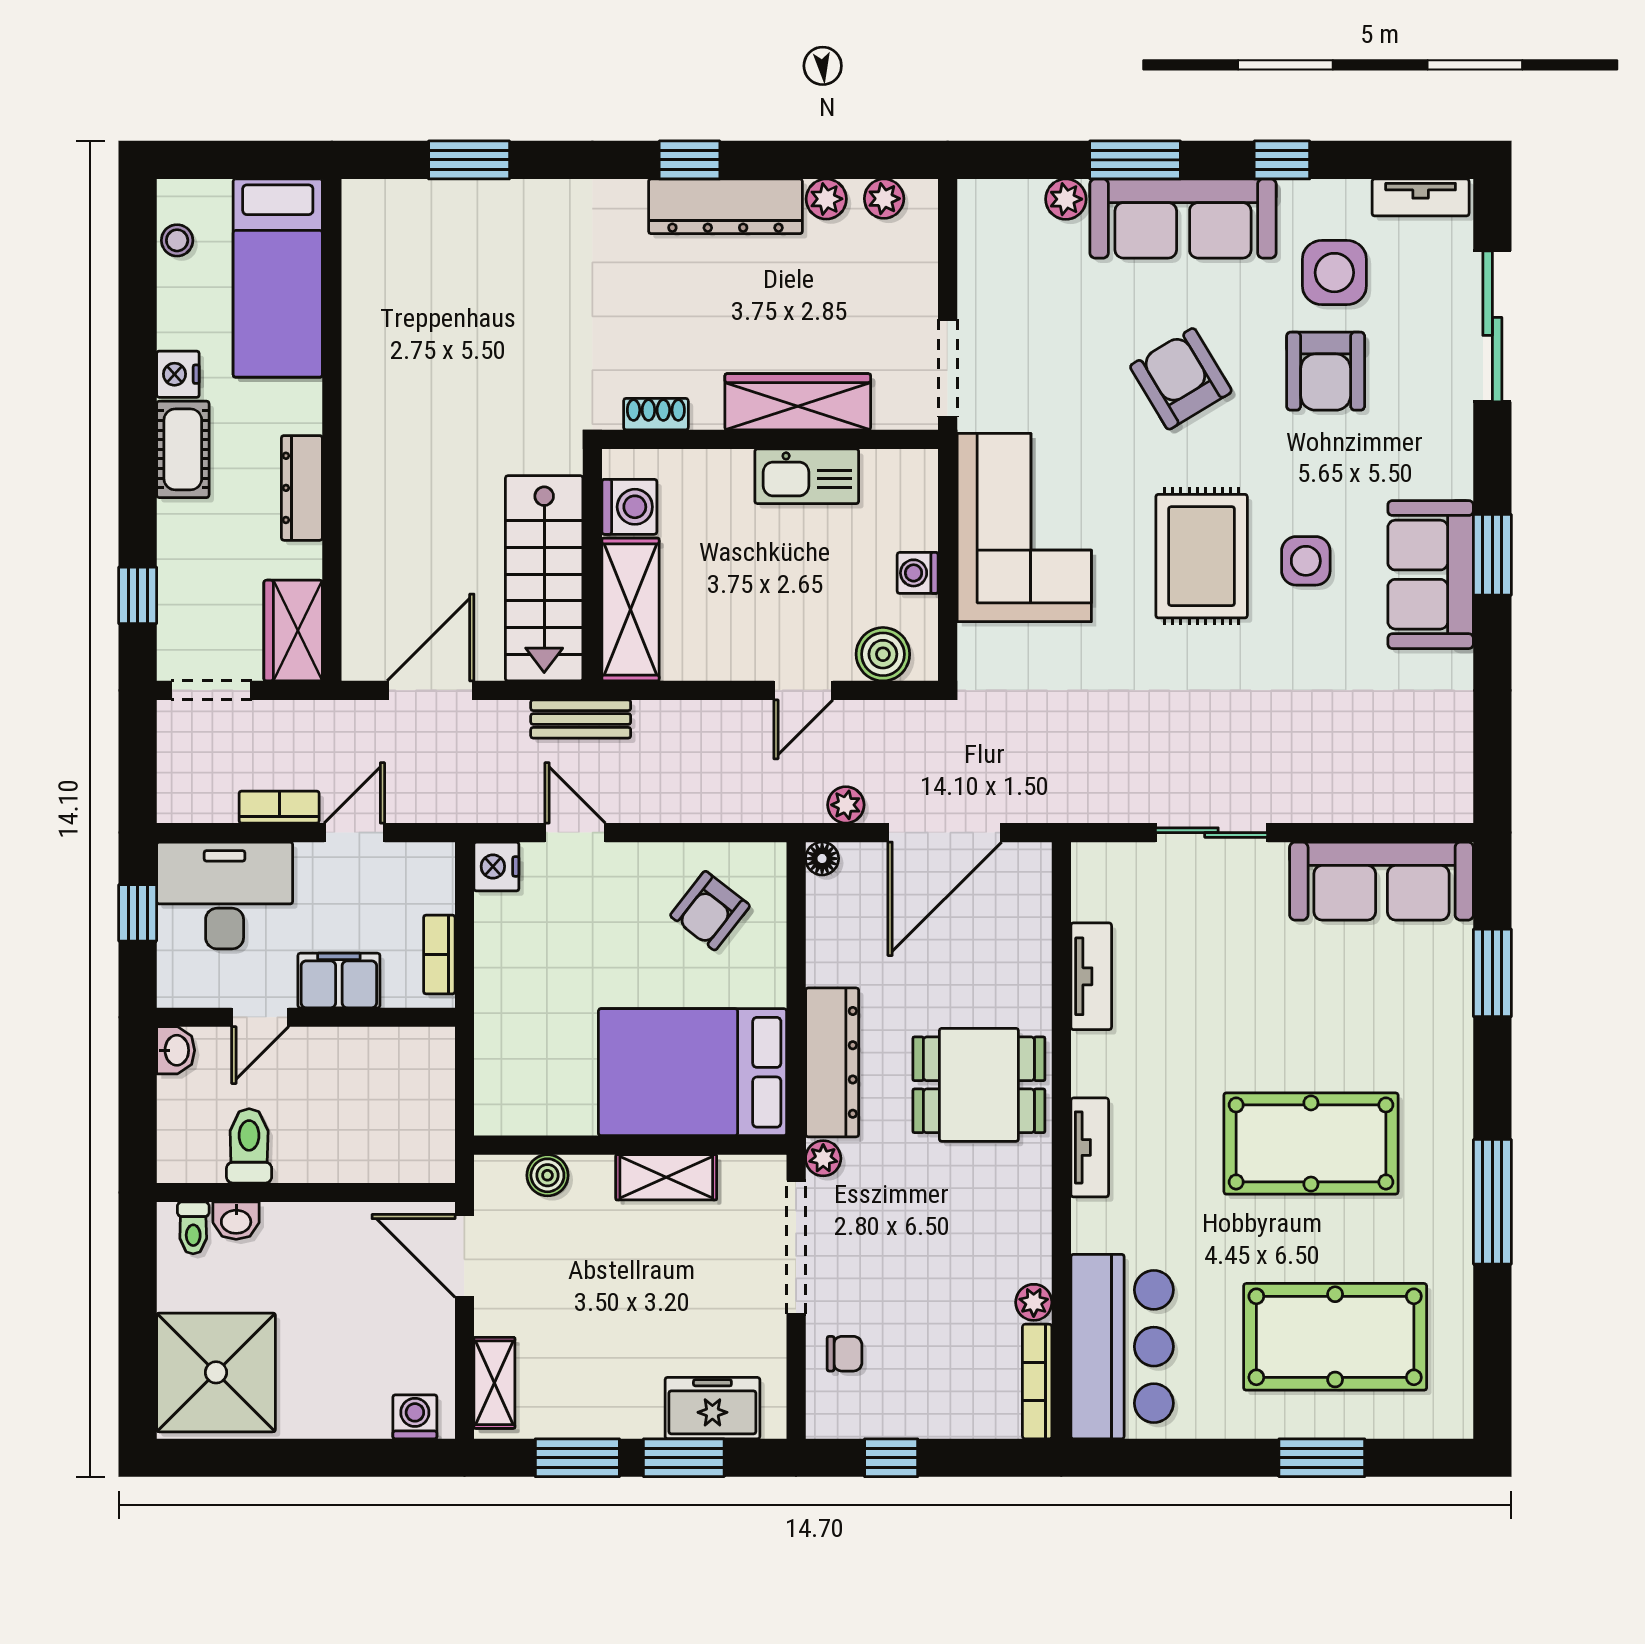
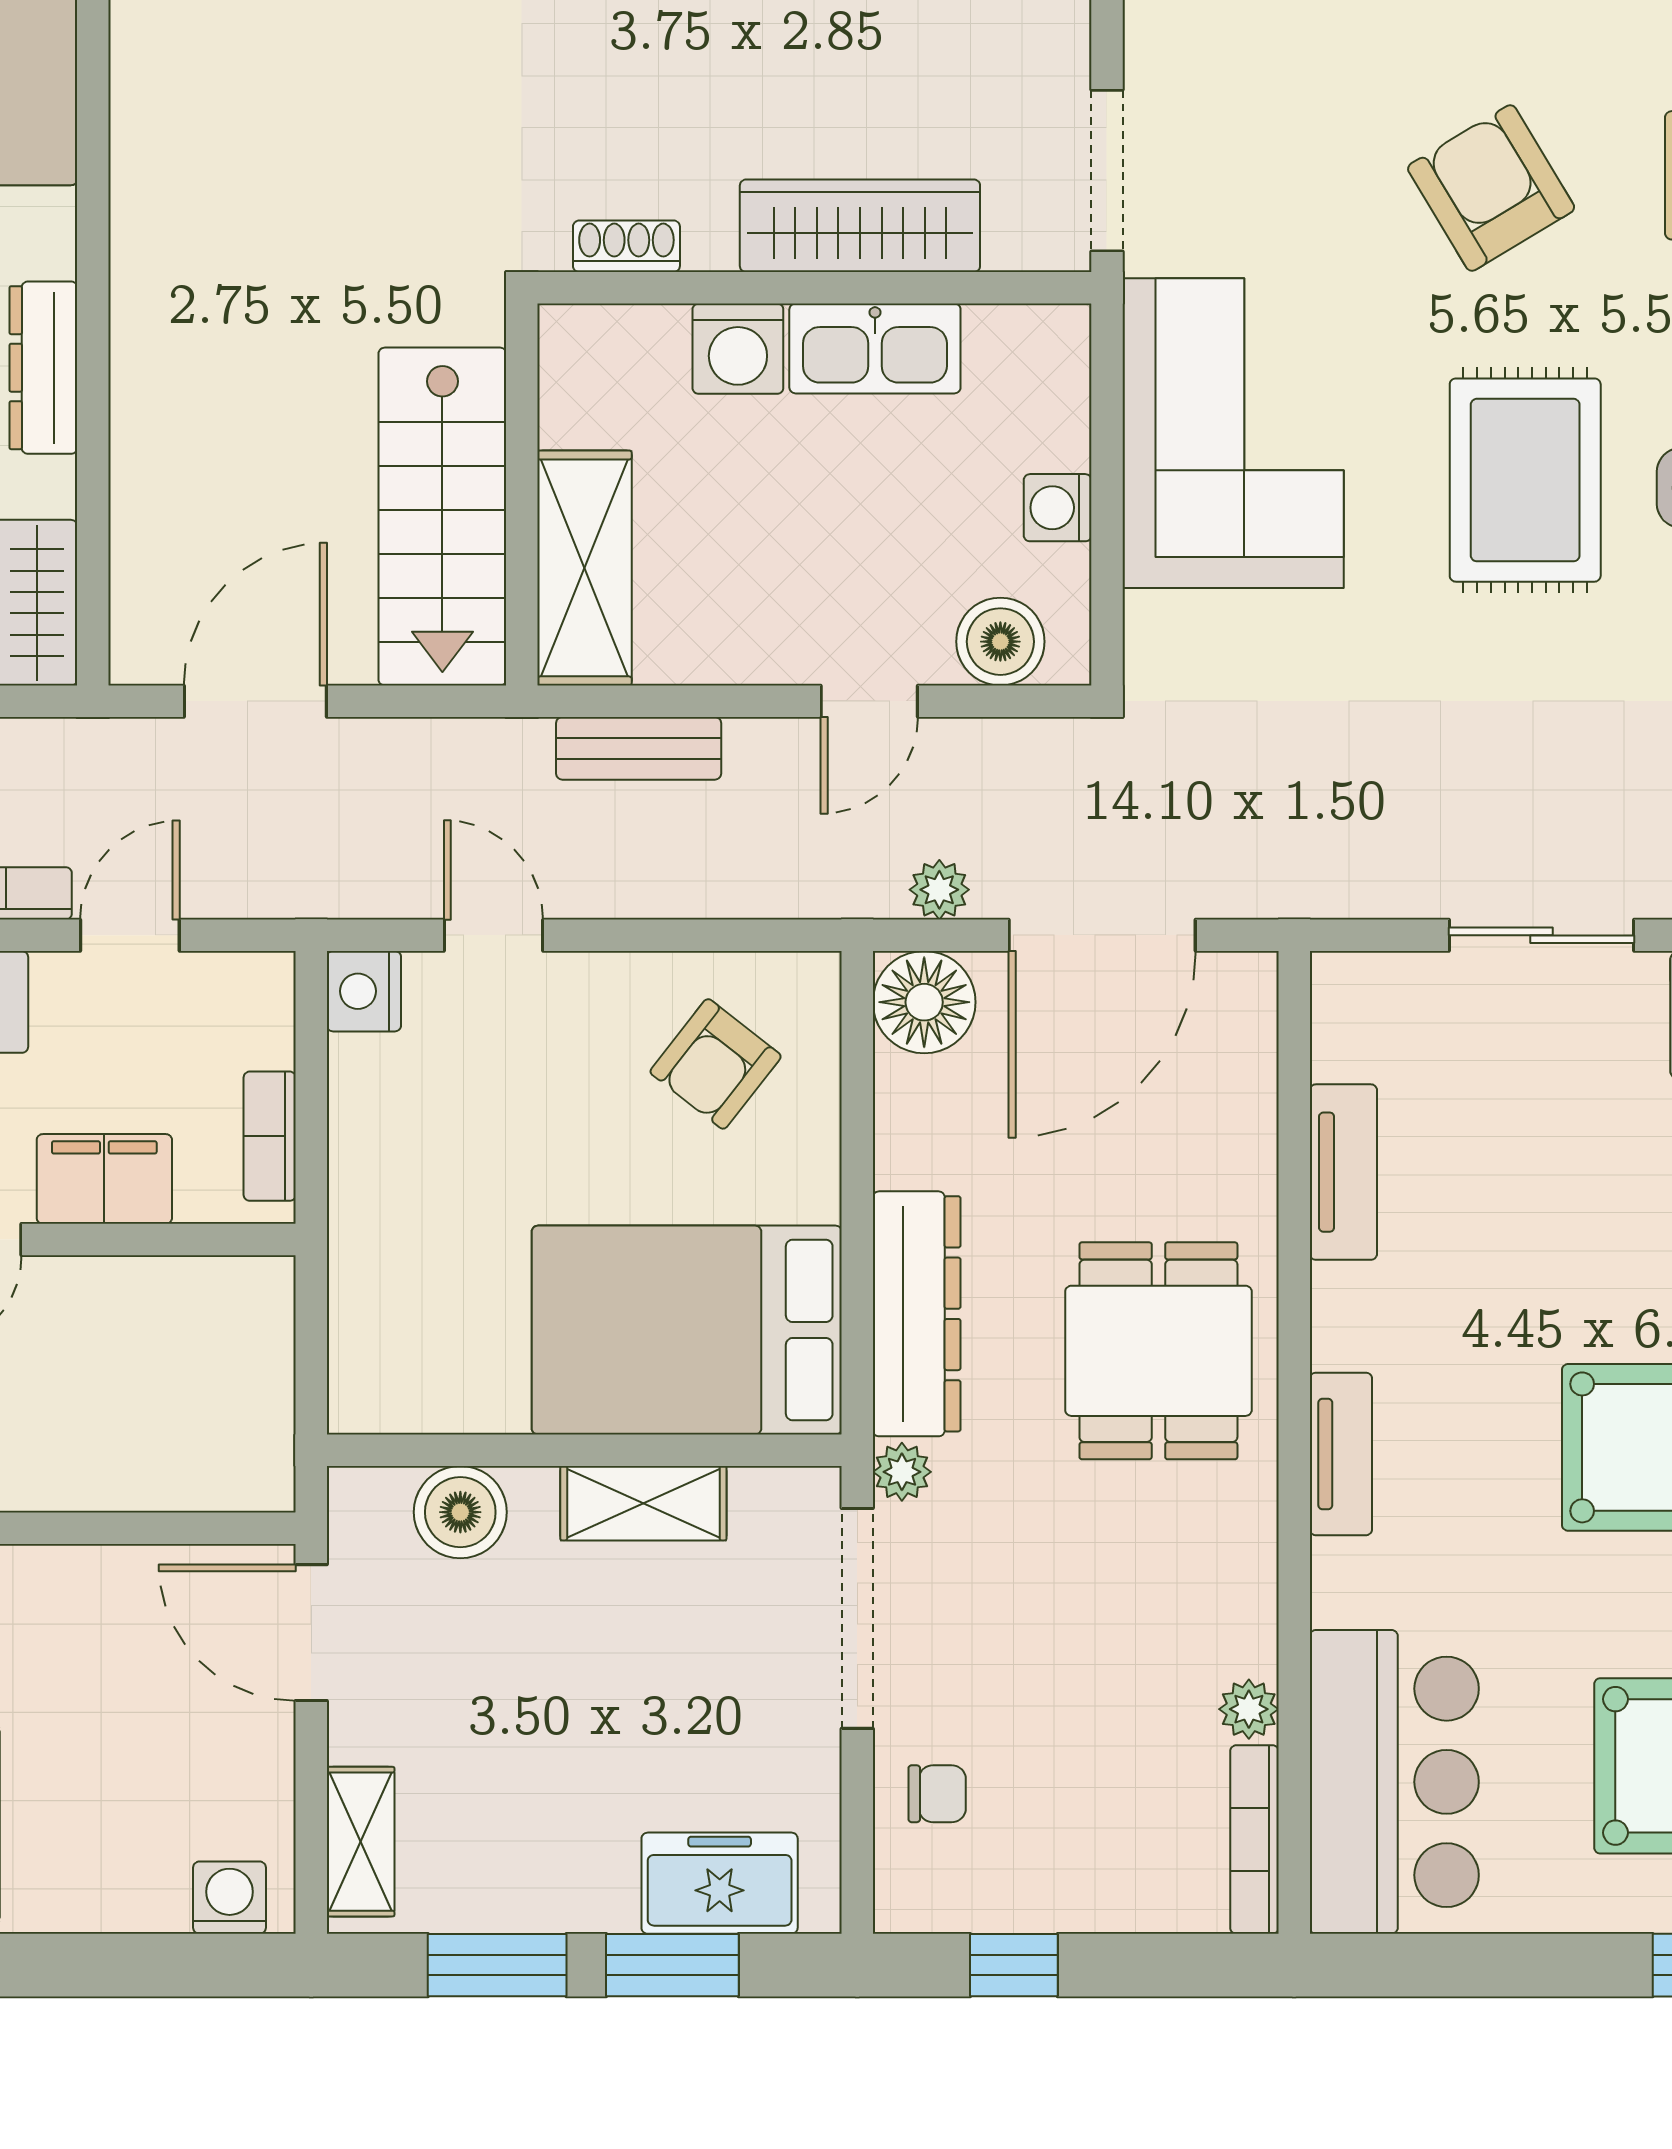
washing machine: (629, 507) -> (738, 349), moved, turned 90
bench: (581, 719) -> (639, 748), moved
floor lamp: (822, 859) -> (924, 1002), width x1.89, depth x1.89
dining table: (979, 1085) -> (1158, 1351), turned 90
boiler: (547, 1175) -> (460, 1512), width x1.36, depth x1.36

